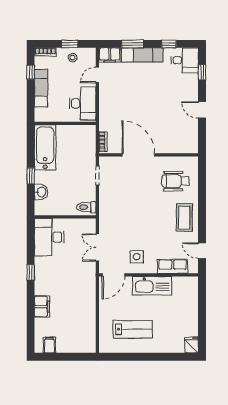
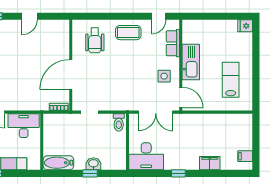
bathtub: (45, 147) -> (58, 163), width x0.73, depth x0.73
washbasin: (41, 192) -> (93, 164), moved
double door: (97, 248) -> (156, 112), width x1.37

